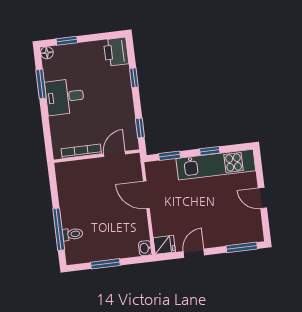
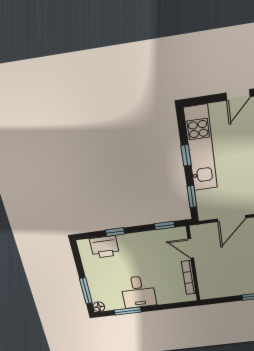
window: (67, 41) -> (86, 291), width x1.50
printer: (116, 52) -> (104, 247), moved

